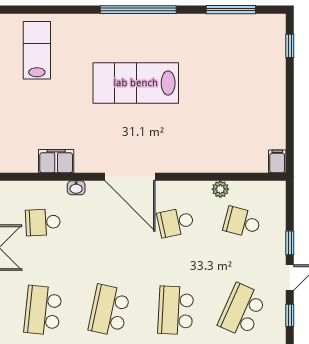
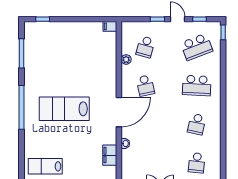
lab bench: (136, 83) -> (64, 109), turned 90
school desk: (43, 222) -> (145, 163), removed
school desk: (43, 310) -> (197, 163), width x0.54
school desk: (109, 310) -> (197, 124), width x0.54
school desk: (242, 310) -> (197, 47), turned -45

